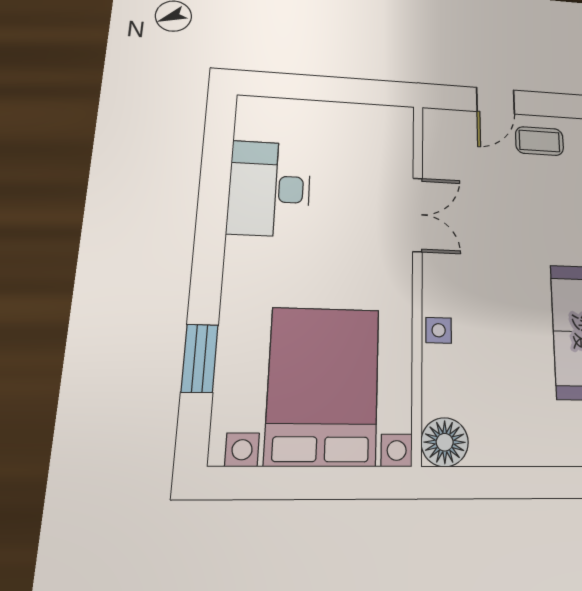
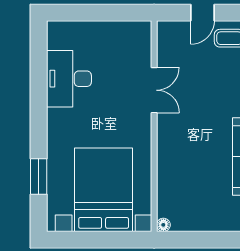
side table: (439, 330) -> (166, 158), removed
floor lamp: (445, 442) -> (163, 225), width x0.53, depth x0.53

